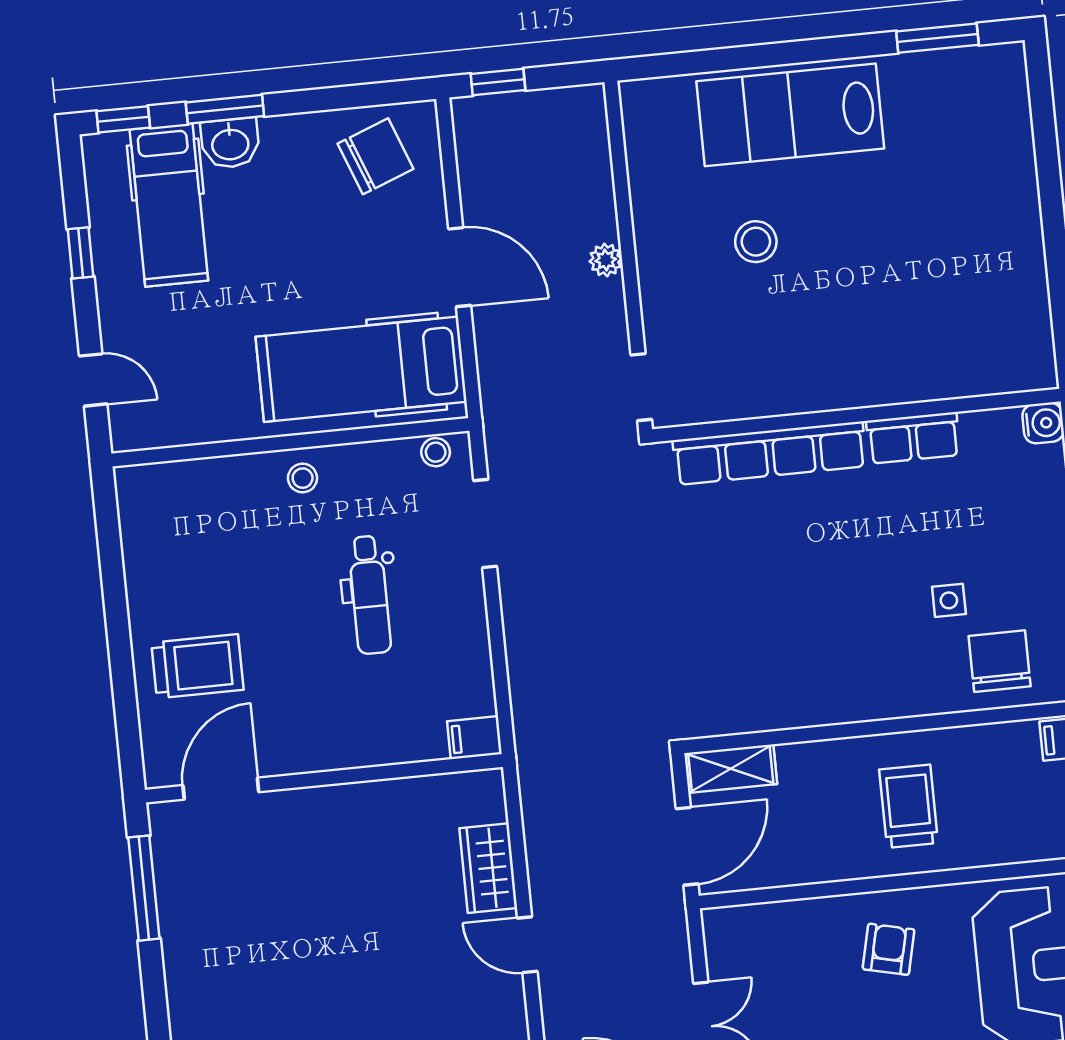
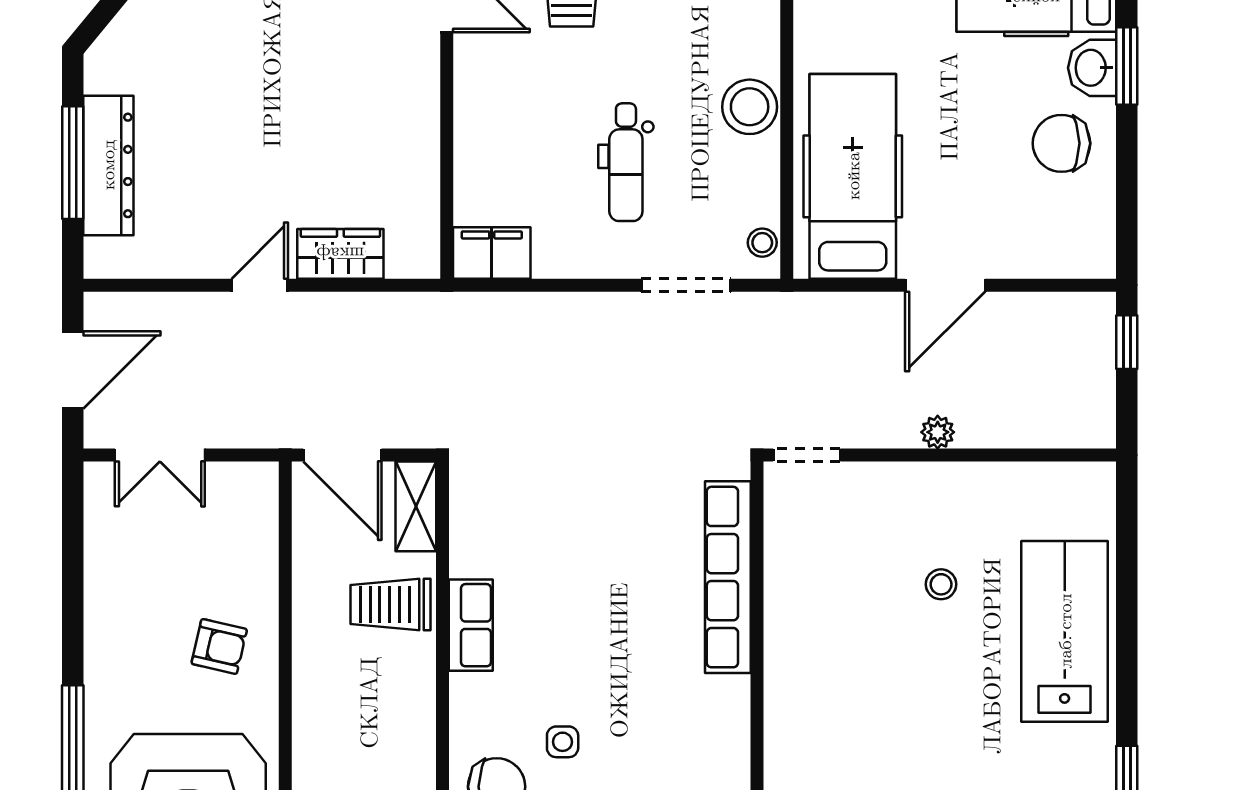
chair: (375, 156) -> (1061, 143), moved, turned 111
stool: (756, 242) -> (941, 584), width x0.73, depth x0.73
row of seats: (913, 438) -> (471, 625), moved, turned 180
stool: (303, 478) -> (750, 107), width x1.89, depth x1.89
dental chair: (370, 595) -> (626, 162), turned -90
filing cabinet: (474, 738) -> (492, 253), width x2.00
trolley: (909, 806) -> (390, 604), moved, turned 180

